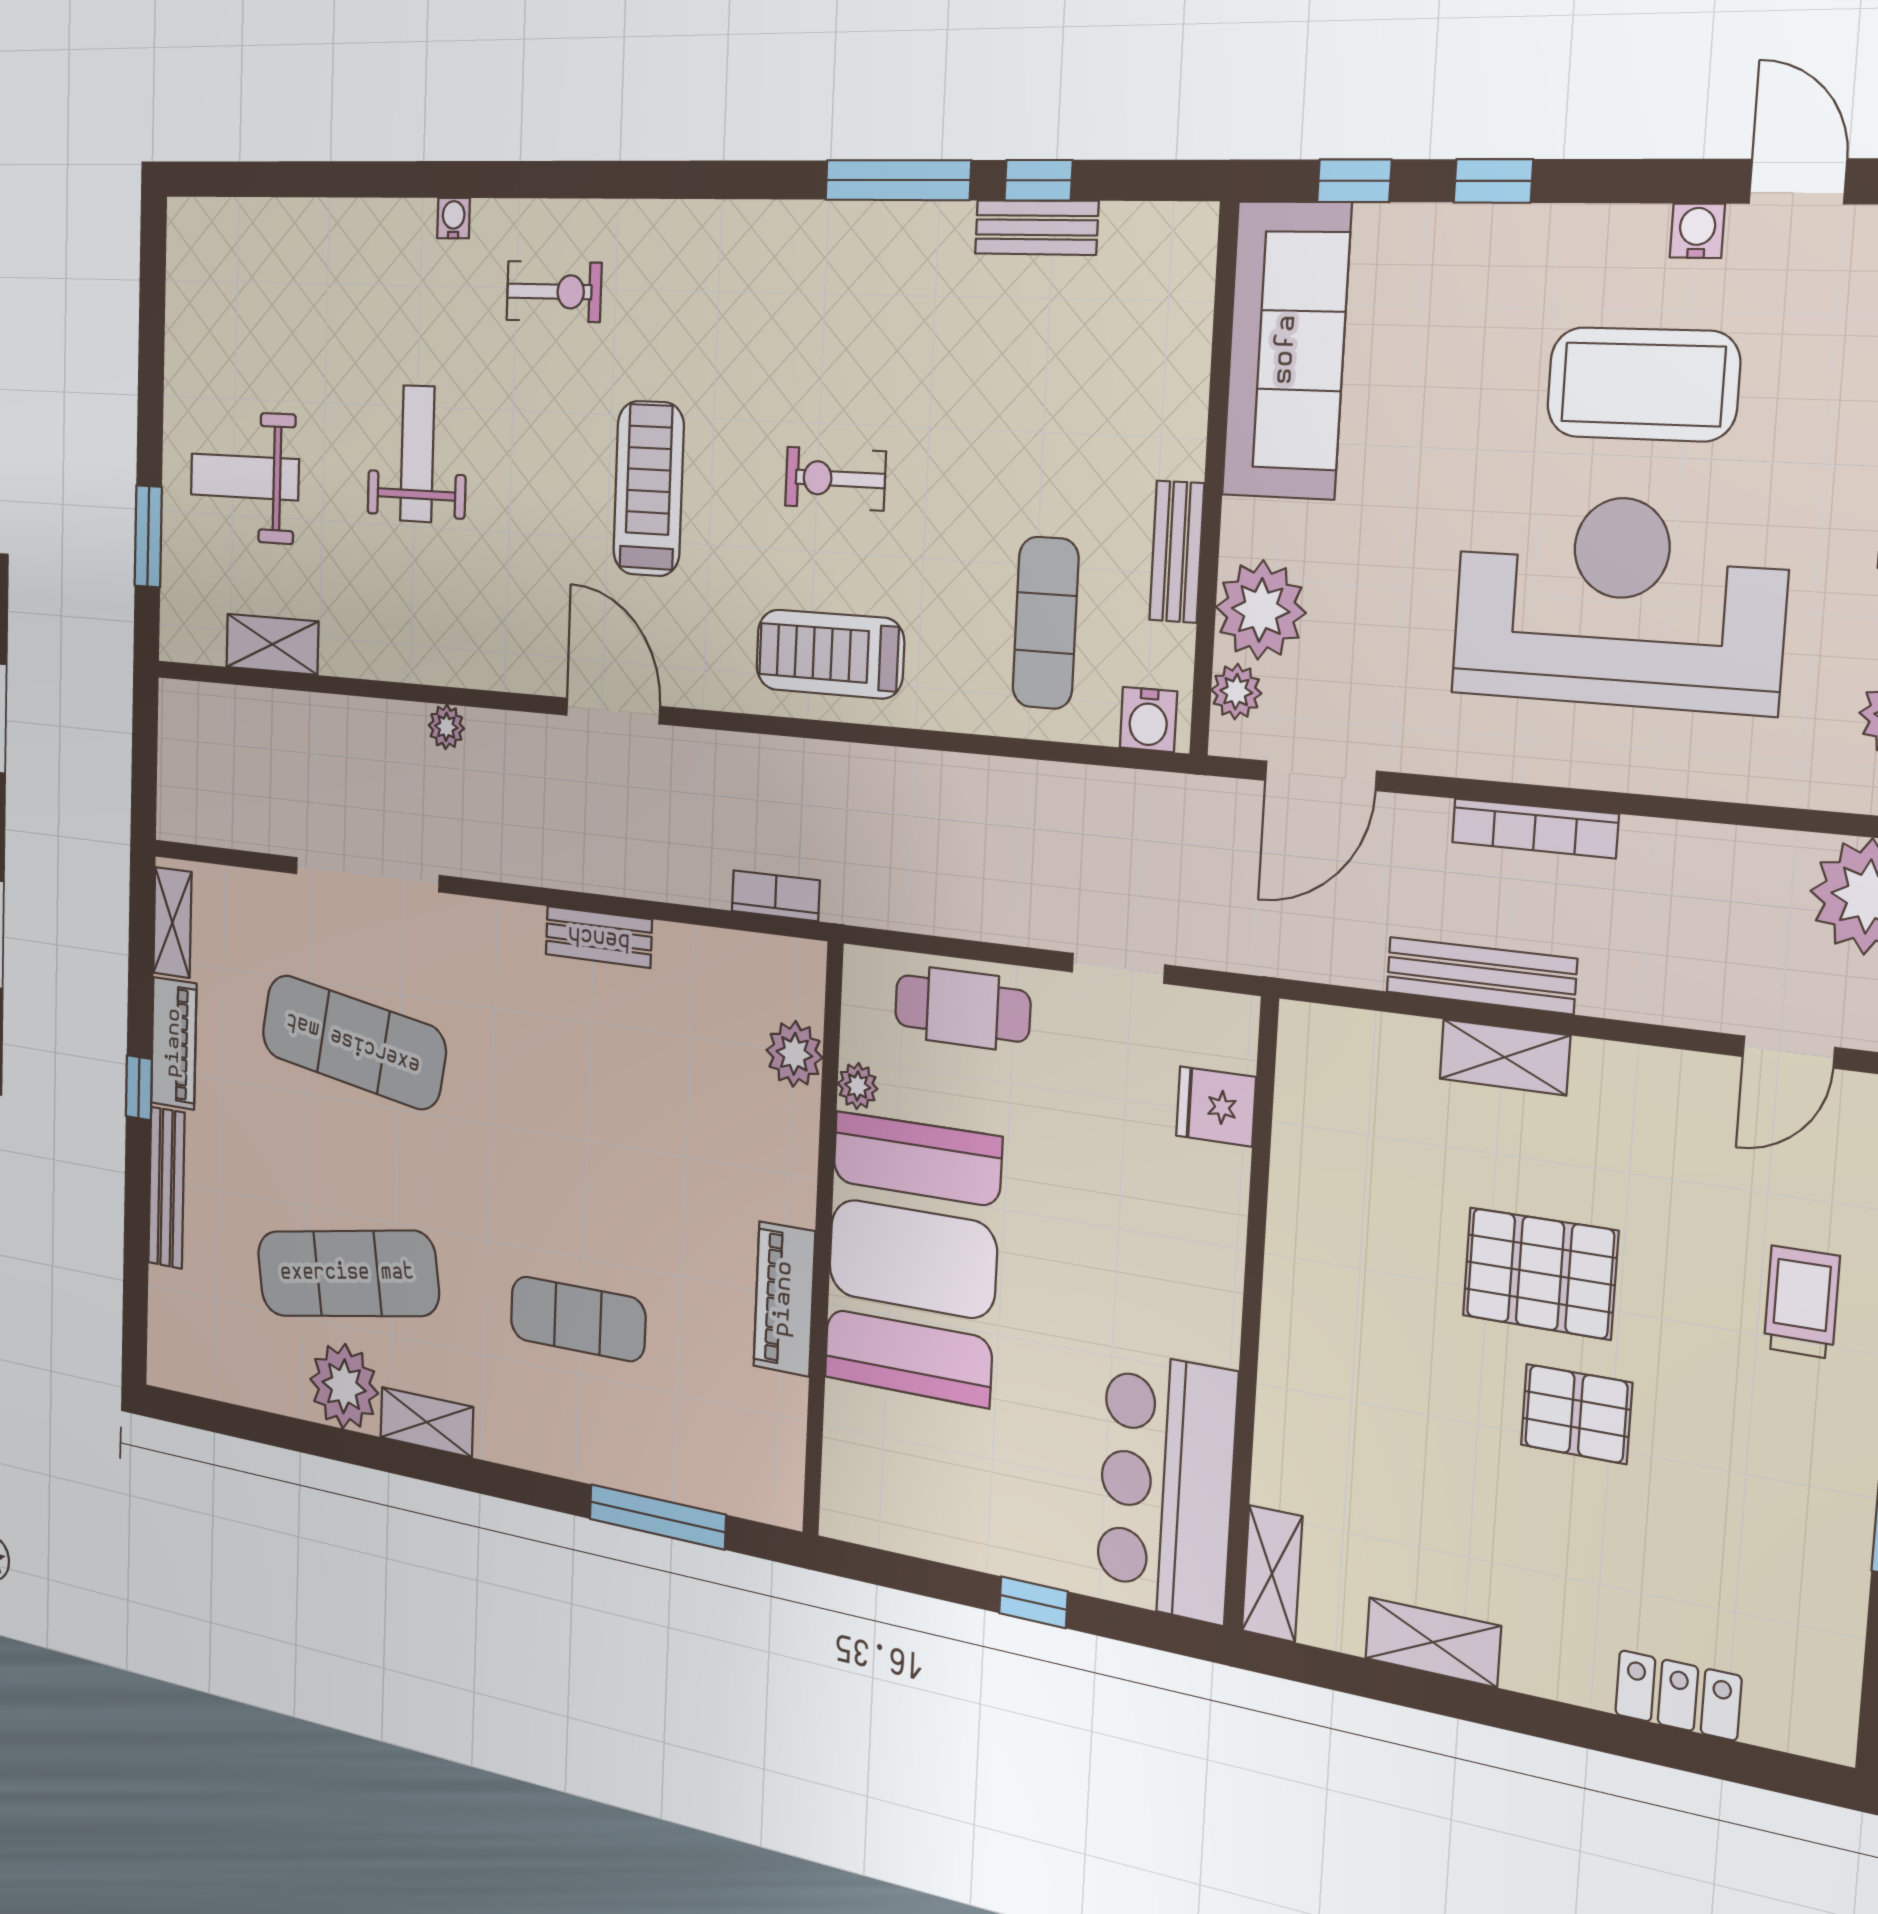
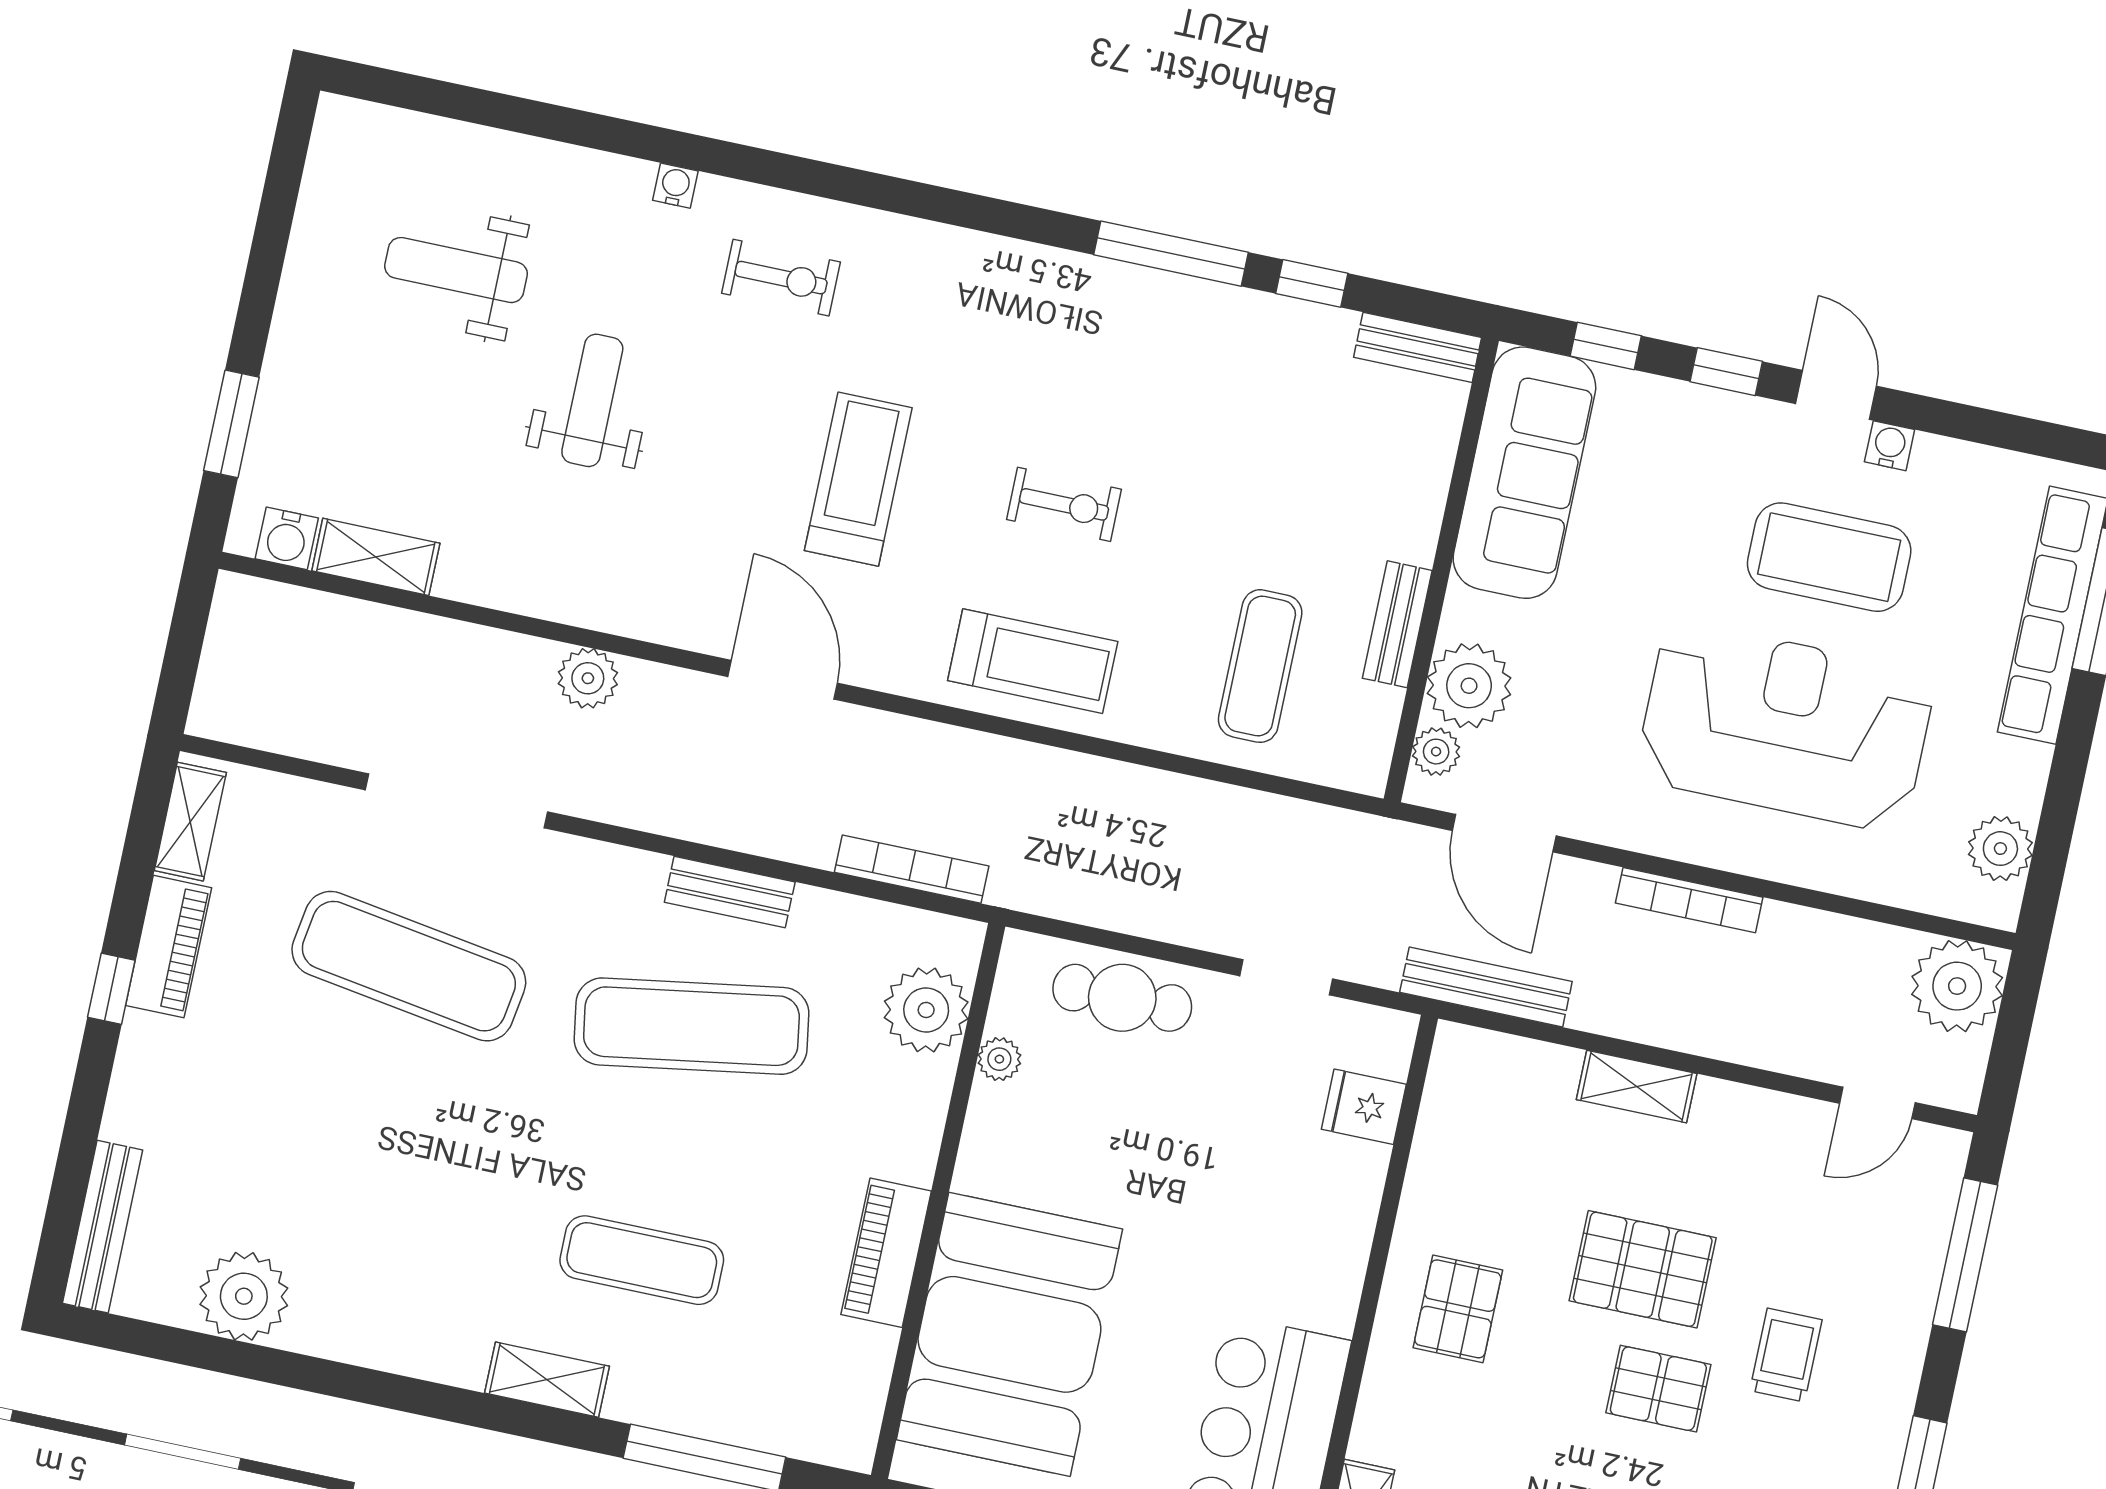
door: (1798, 181) -> (1836, 395), moved
bench: (1036, 227) -> (1418, 347), moved
weight bench: (245, 477) -> (456, 270), moved
exercise bike: (835, 479) -> (1064, 504), turned 180
treadmill: (830, 654) -> (1033, 661), turned 180
water cooler: (1148, 719) -> (287, 538), moved
plant: (446, 727) -> (588, 678), width x1.38, depth x1.38
door: (1321, 776) -> (1504, 833), hinge flipped
bookcase: (776, 896) -> (912, 869), width x1.56
bench: (1481, 975) -> (1486, 987), moved
plant: (794, 1054) -> (926, 1010), width x1.36, depth x1.36
bench: (166, 1188) -> (103, 1227), moved
booth: (912, 1259) -> (1009, 1334), moved
exercise mat: (347, 1273) -> (691, 1026), moved
trolley: (1802, 1302) -> (1786, 1355), moved
pallet: (1344, 1330) -> (1458, 1309), added
plant: (344, 1386) -> (244, 1296), moved
shelving: (427, 1422) -> (547, 1380), moved

